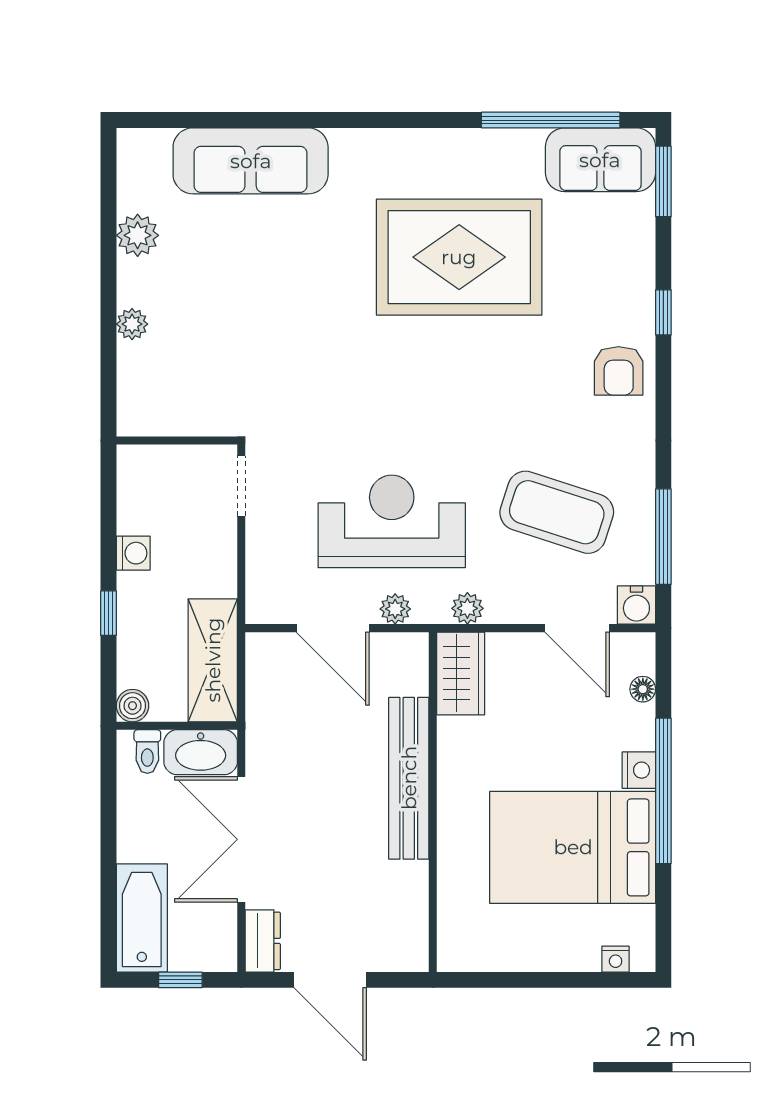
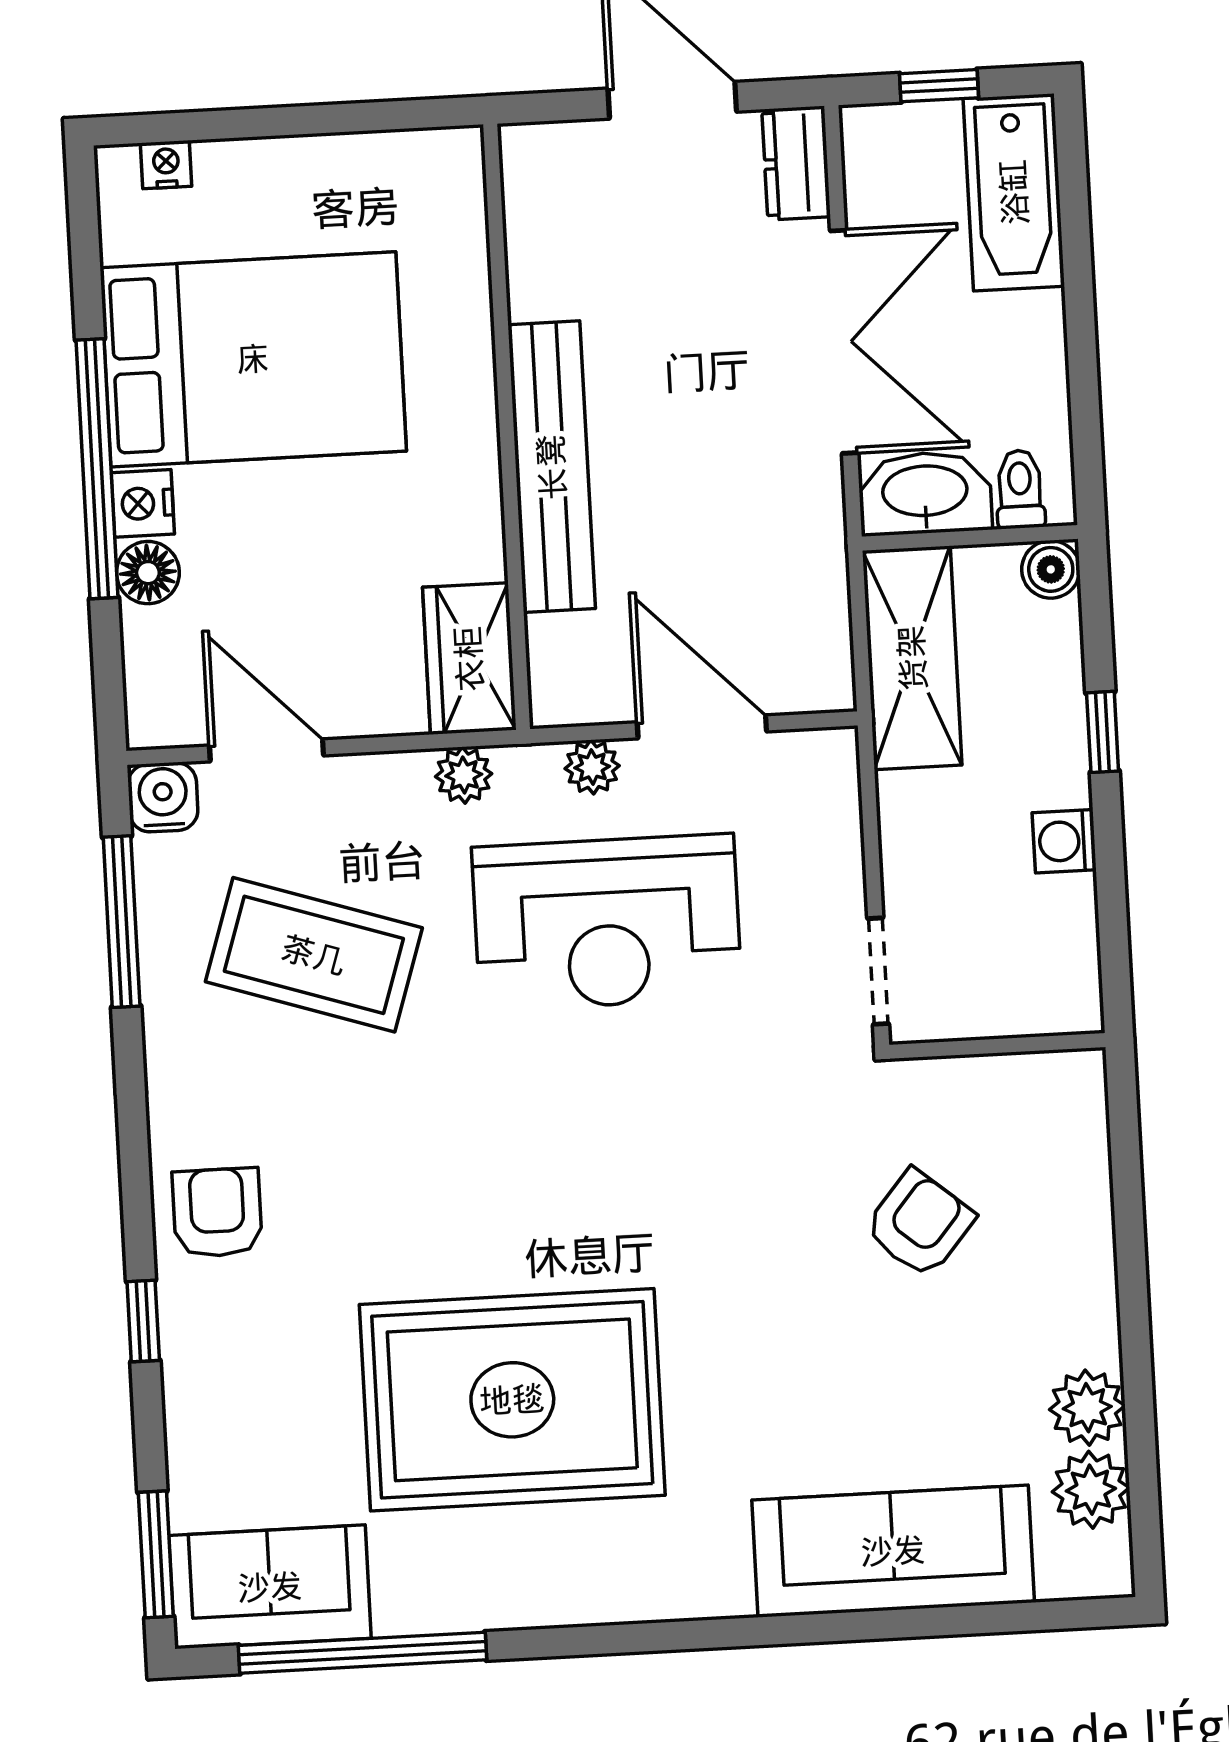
plant: (132, 324) -> (1091, 1490), moved, width x1.38, depth x1.38
armchair: (226, 343) -> (919, 1223), added
floor lamp: (643, 689) -> (148, 573), moved, width x1.37, depth x1.37

